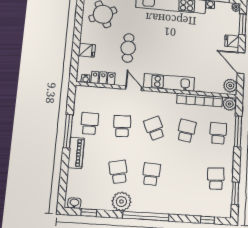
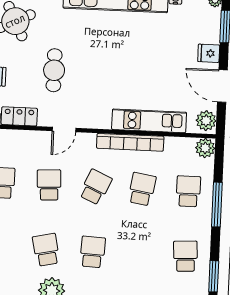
kitchen unit: (169, 82) -> (149, 121), moved
door: (134, 88) -> (64, 130), swing flipped
bookcase: (200, 100) -> (130, 142), moved
school desk: (154, 128) -> (95, 187), turned 48
window: (238, 131) -> (217, 205), moved

